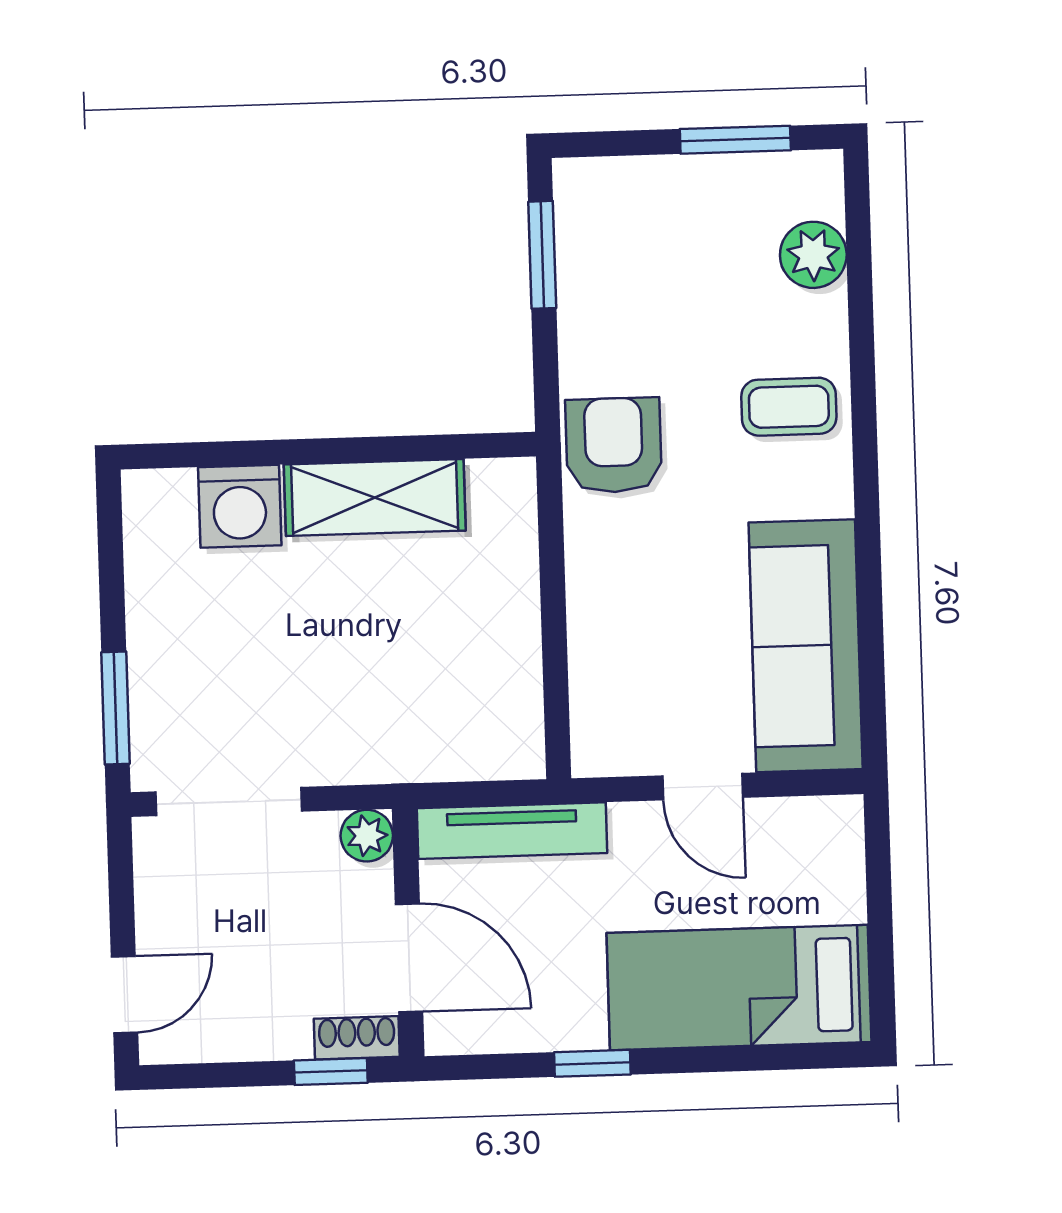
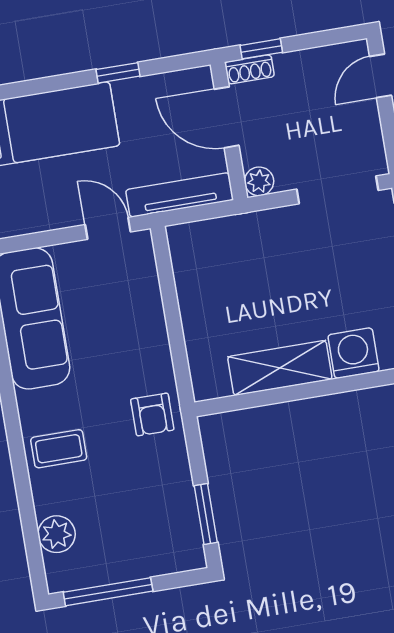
window: (735, 140) -> (108, 592), width x1.44
armchair: (614, 445) -> (152, 414), width x0.72, depth x0.72
door: (703, 787) -> (108, 228), moved

